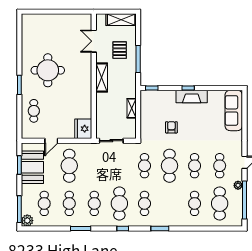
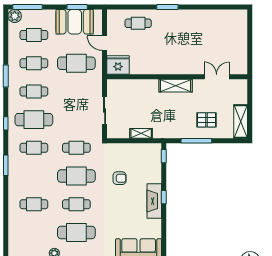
double door: (94, 41) -> (217, 77), moved
round table: (48, 70) -> (184, 39), removed
wall: (94, 76) -> (177, 77), moved
shelving: (102, 78) -> (176, 86), moved
fridge: (83, 129) -> (118, 65), moved
cafe table: (220, 166) -> (76, 232), width x1.37, depth x1.35
cafe table: (220, 203) -> (34, 232), removed

